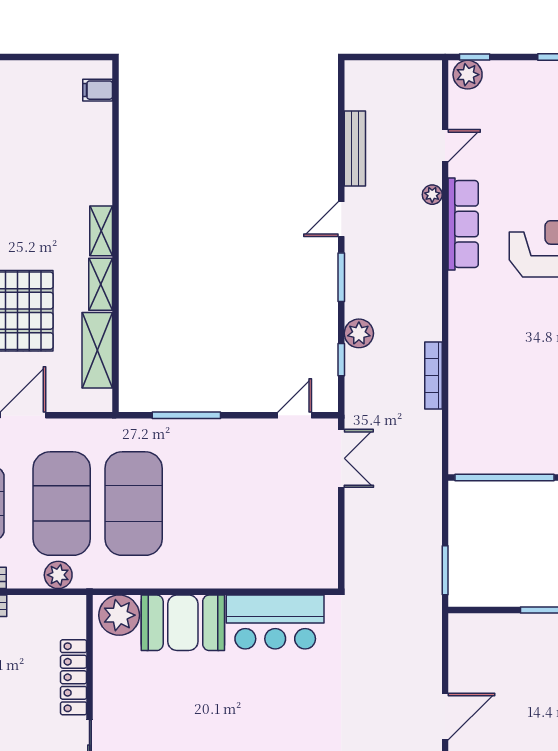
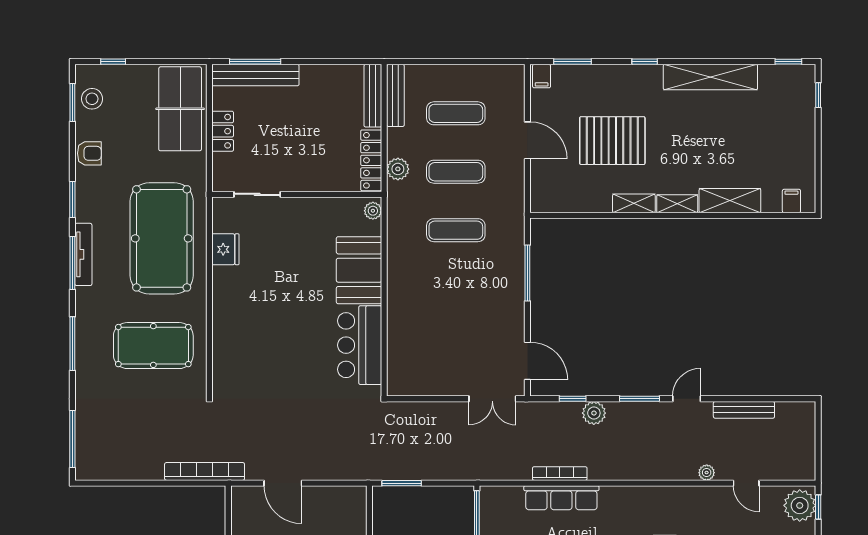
plant: (468, 75) -> (800, 505), width x1.36, depth x1.36
door: (341, 219) -> (687, 399), hinge flipped
row of seats: (463, 224) -> (561, 498), moved
shelving: (97, 350) -> (730, 201), moved
door: (295, 415) -> (527, 361), width x1.38
exercise mat: (62, 504) -> (456, 172), width x0.50, depth x0.69
exercise mat: (134, 504) -> (456, 230), width x0.50, depth x0.69
plant: (119, 615) -> (373, 211), width x0.53, depth x0.53
locker: (74, 677) -> (371, 160), moved, turned -90

